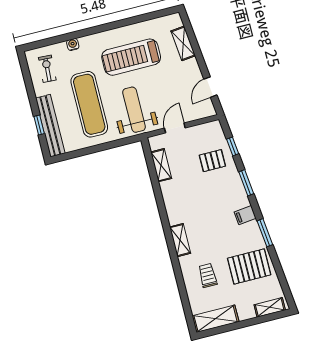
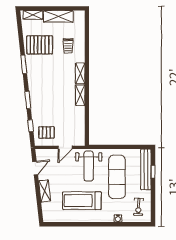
shelving: (183, 43) -> (45, 191), moved
treadmill: (131, 57) -> (82, 201), turned 180
pallet: (212, 161) -> (46, 132), moved
shelving: (161, 165) -> (80, 95), moved
filing cabinet: (245, 215) -> (34, 79), removed
shelving: (216, 319) -> (58, 16), moved

